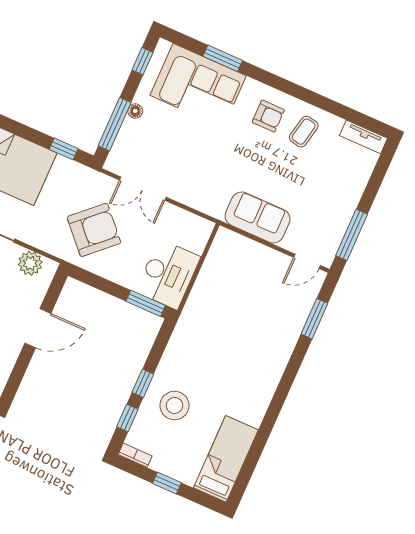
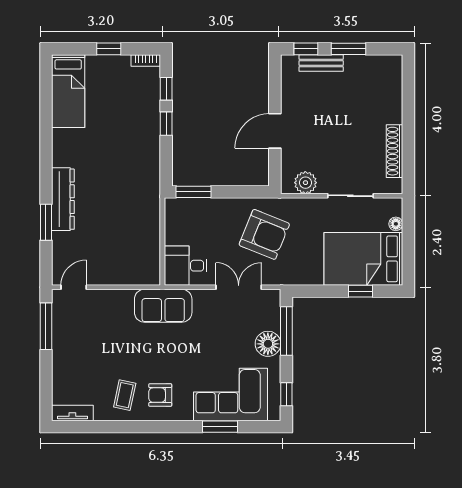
floor lamp: (135, 111) -> (268, 344), width x1.89, depth x1.89
window: (64, 149) -> (360, 291), moved
sofa: (258, 217) -> (163, 306), moved
armchair: (94, 230) -> (264, 234), turned -115
desk: (168, 274) -> (186, 266), moved, width x0.73
window: (314, 319) -> (46, 222), moved
dresser: (279, 354) -> (63, 199), added
stool: (175, 405) -> (131, 117), removed

